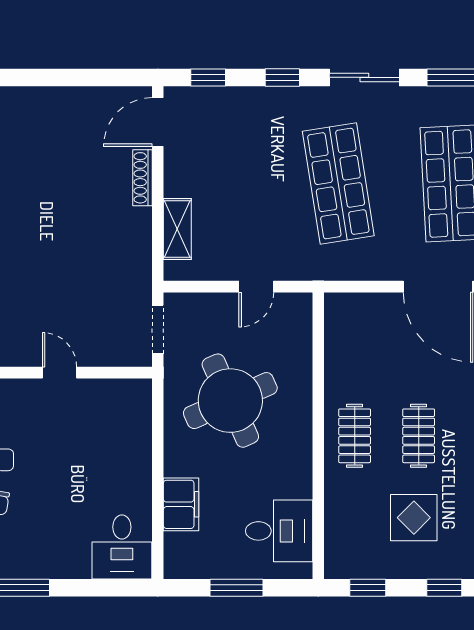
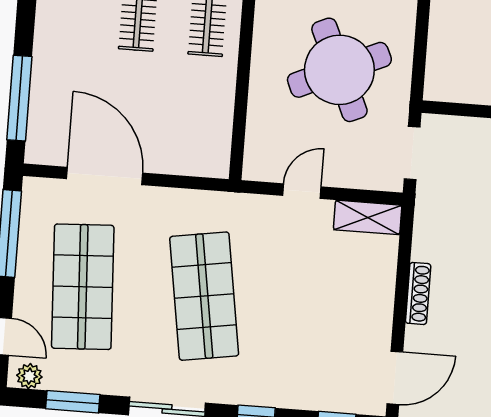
shoe rack: (142, 178) -> (418, 293), moved
shelving: (177, 229) -> (368, 217), moved, turned 90

